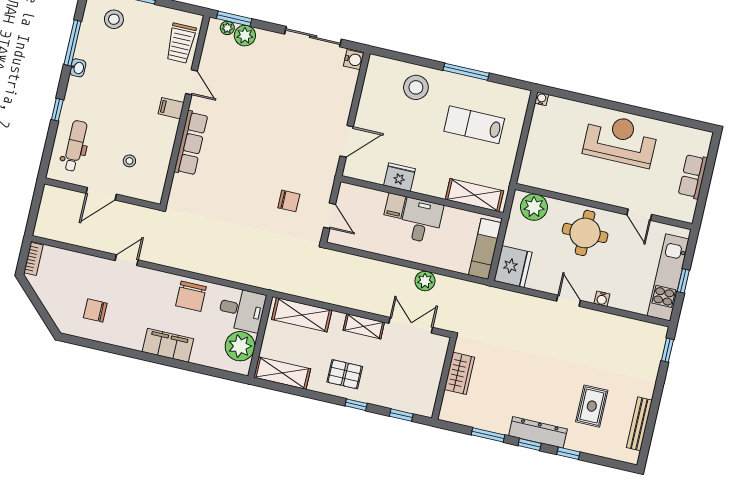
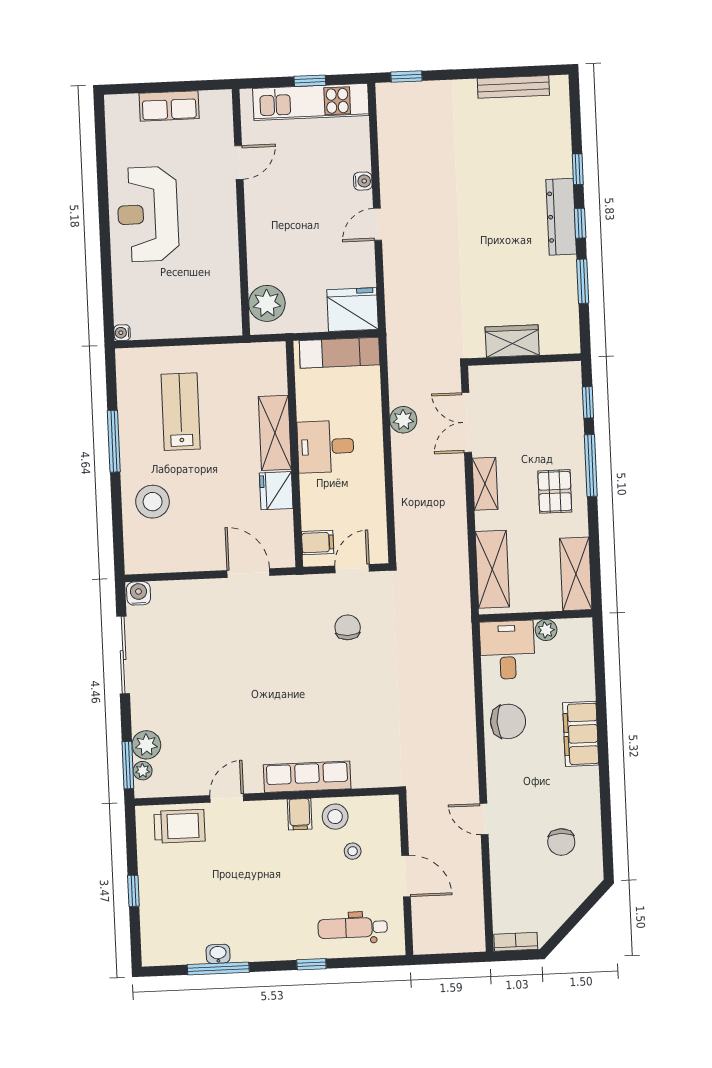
stool: (114, 19) -> (335, 817), moved
washbasin: (78, 68) -> (218, 954), moved
filing cabinet: (171, 108) -> (300, 814), moved
lab bench: (474, 125) -> (181, 412), turned 180
shelving: (474, 195) -> (275, 433), moved
filing cabinet: (395, 206) -> (318, 543), moved
round table: (585, 233) -> (282, 227), removed
plant: (240, 346) -> (546, 630), width x0.53, depth x0.53
window: (356, 405) -> (591, 465), width x2.17
rug: (592, 406) -> (507, 156), removed

